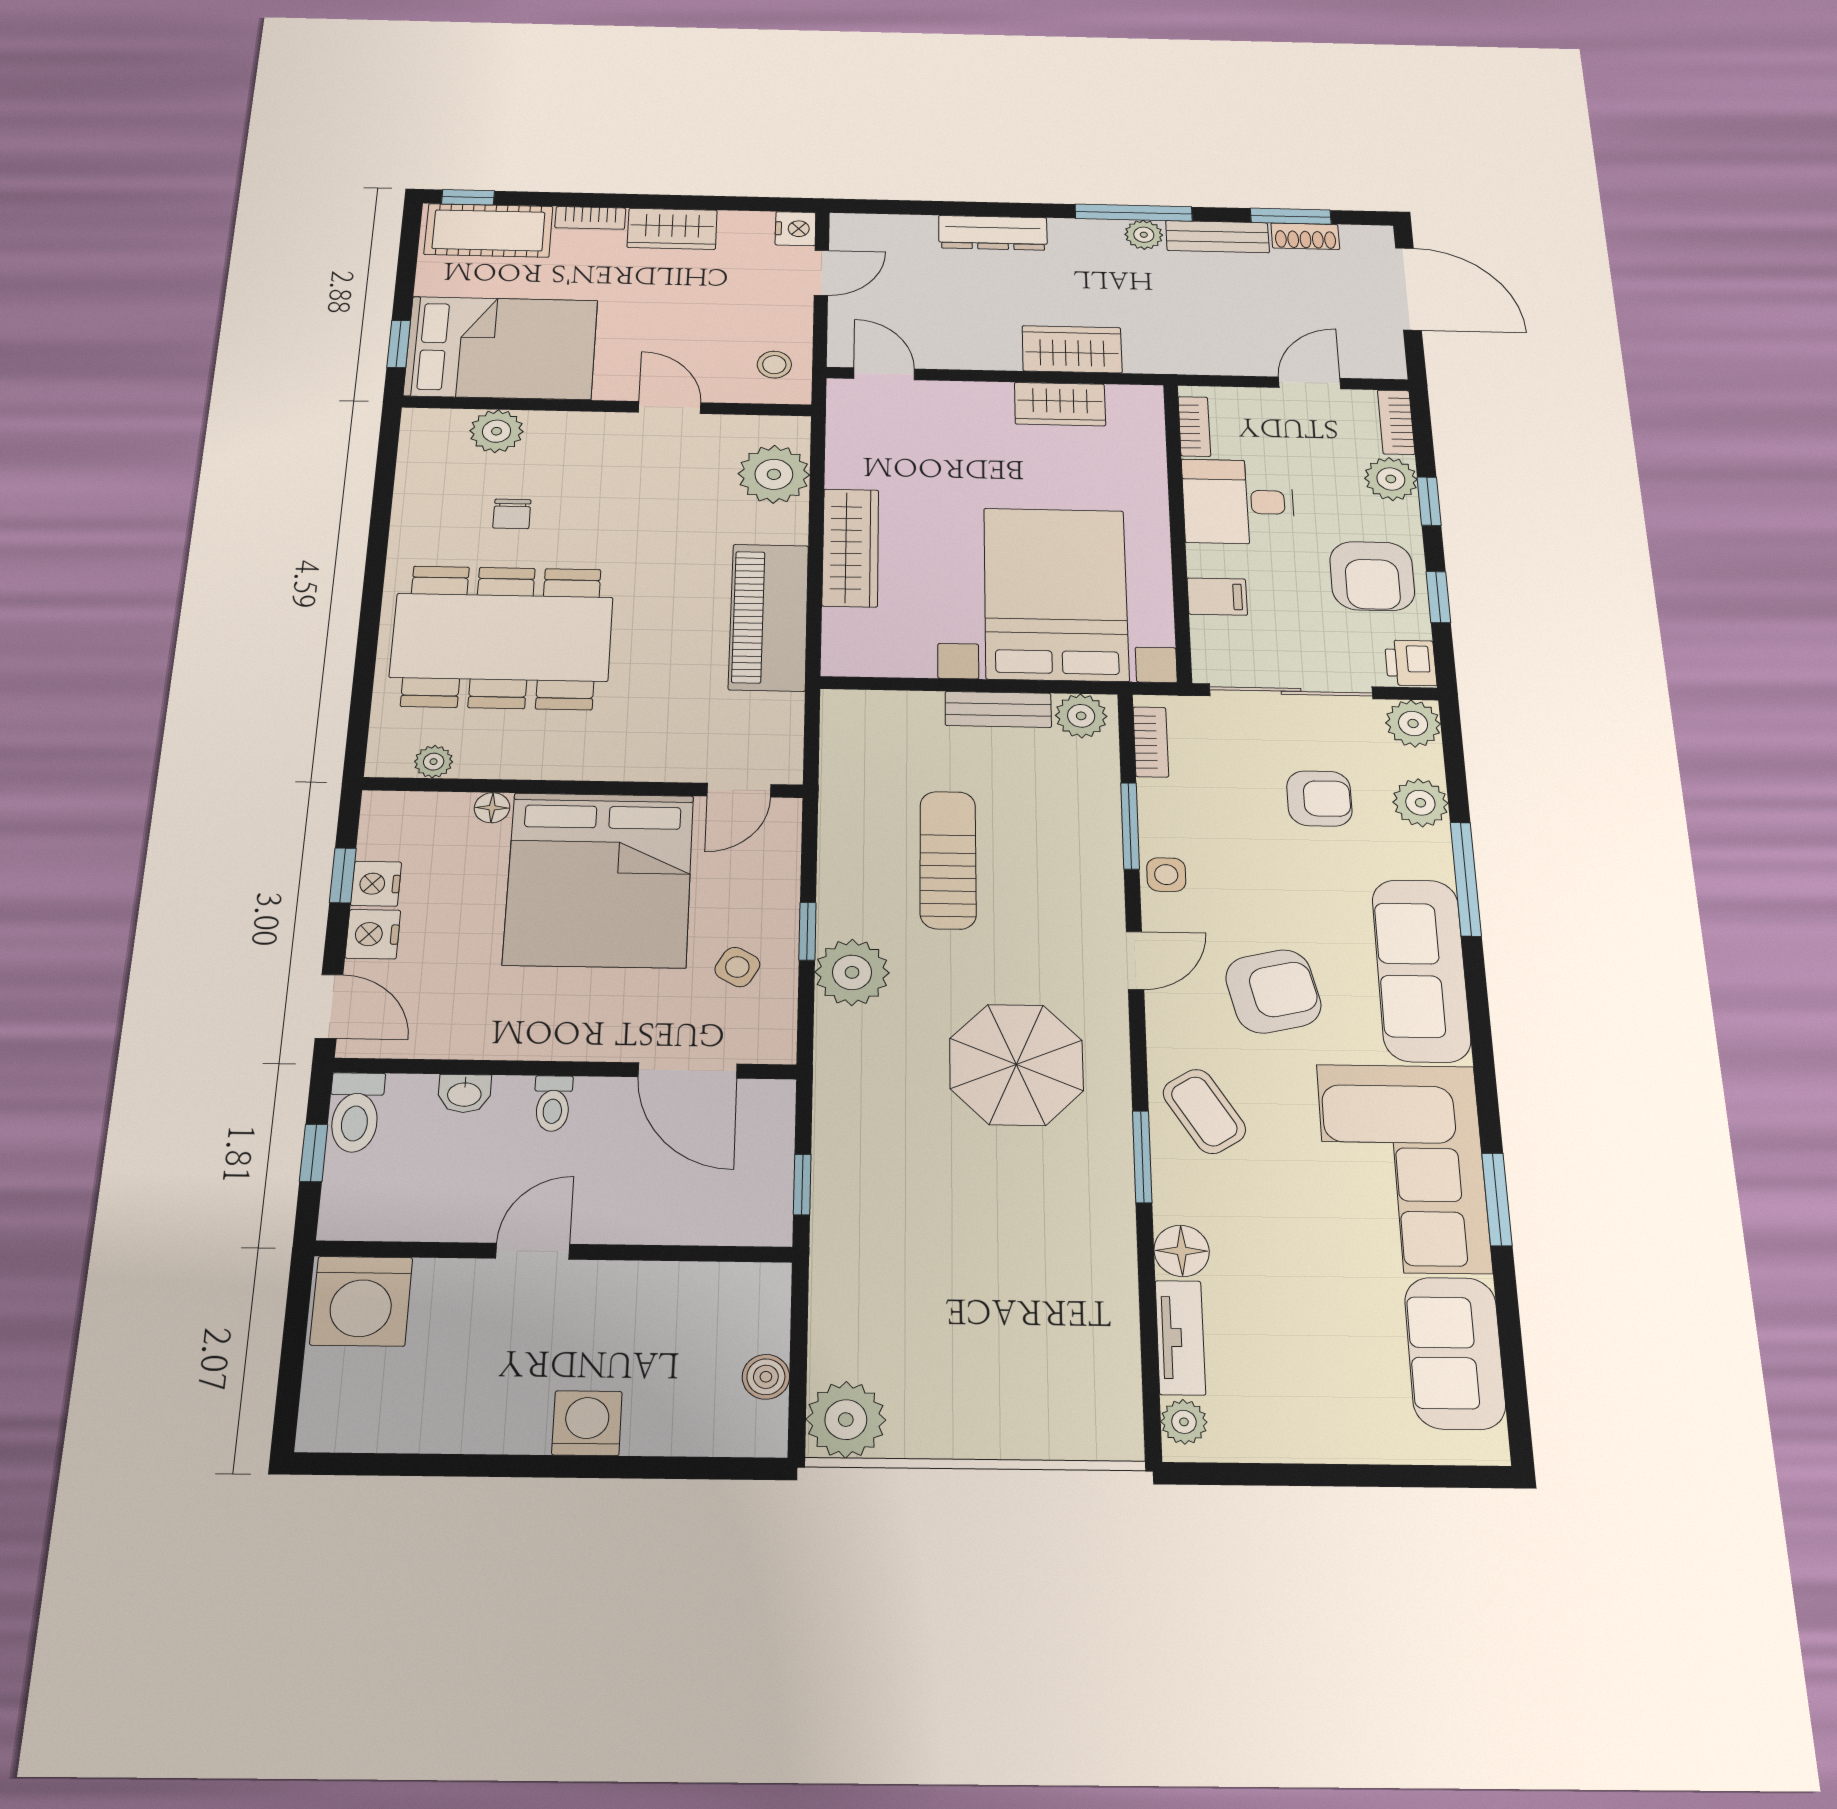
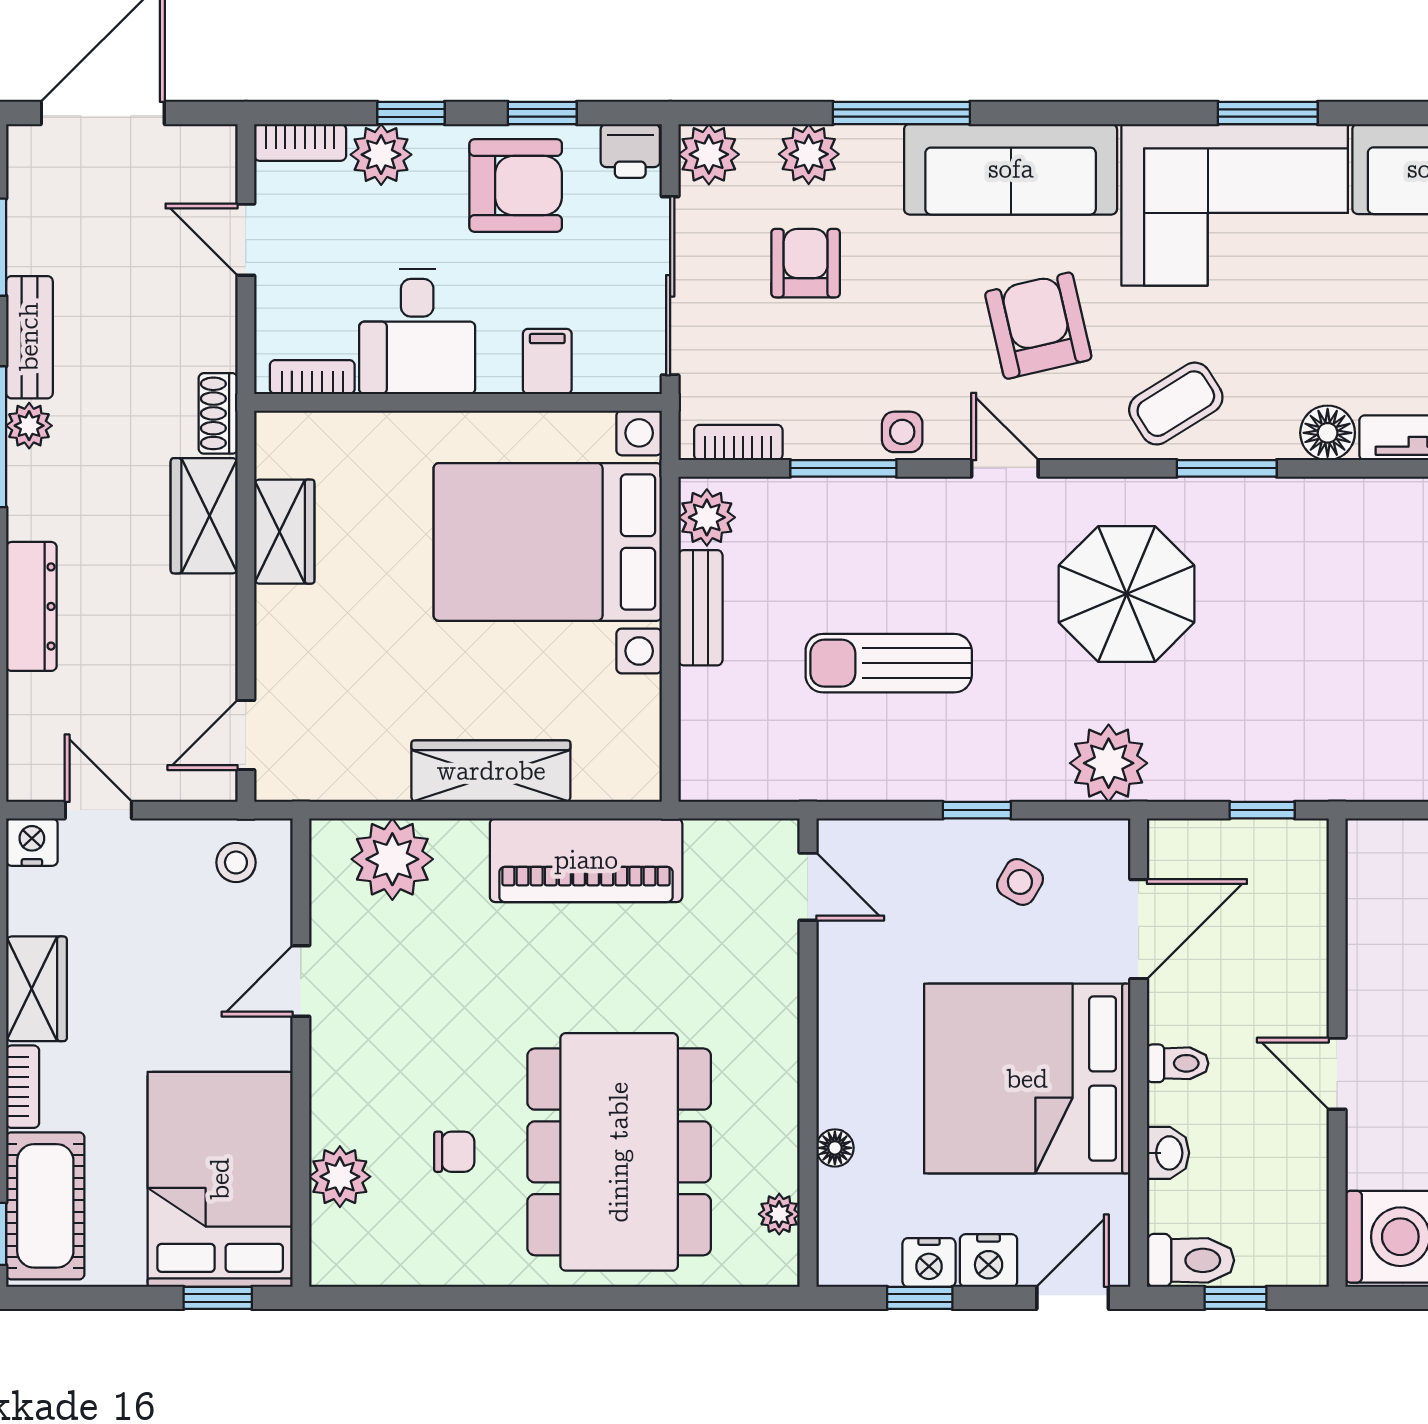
shoe rack: (1305, 236) -> (218, 413), moved, turned 180
bed: (599, 879) -> (1027, 1079), moved, turned 180
plant: (852, 972) -> (1109, 763), moved

